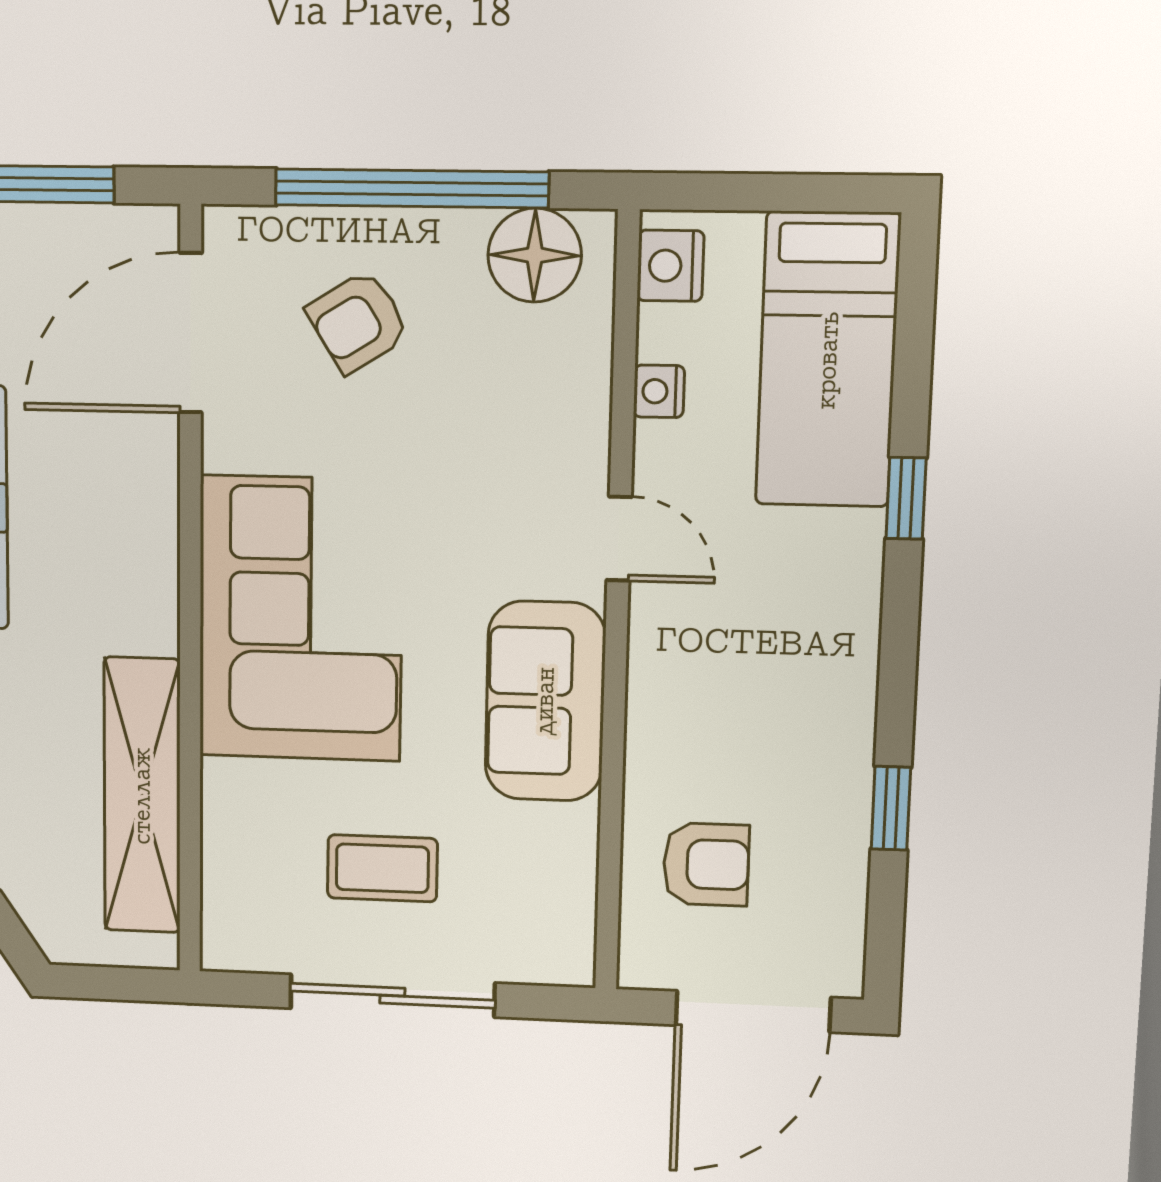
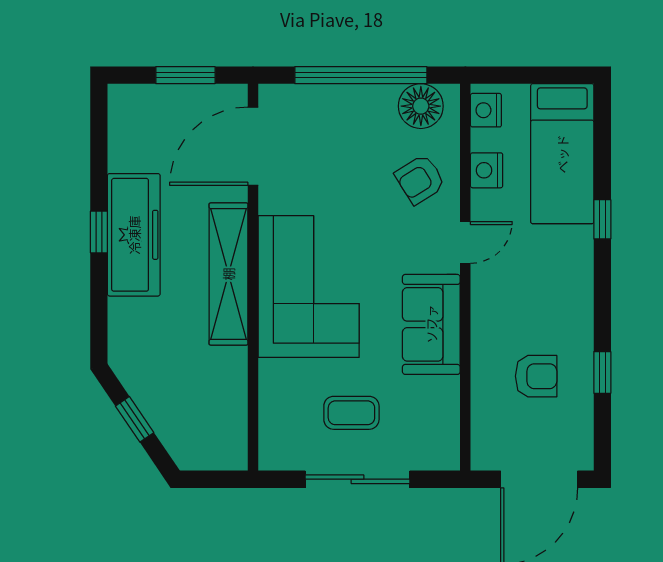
armchair: (358, 322) -> (420, 179), moved
nightstand: (659, 391) -> (487, 170), width x1.39, depth x1.35
door: (619, 539) -> (465, 242), hinge flipped
shelving: (142, 796) -> (228, 274), moved
armchair: (706, 864) -> (536, 376), moved

